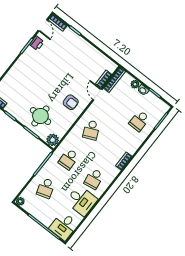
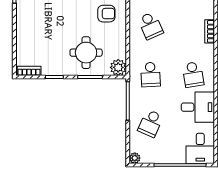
school desk: (46, 188) -> (150, 123), turned 42

